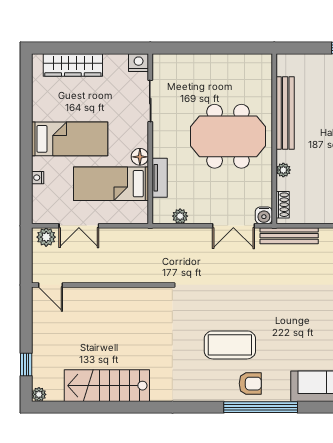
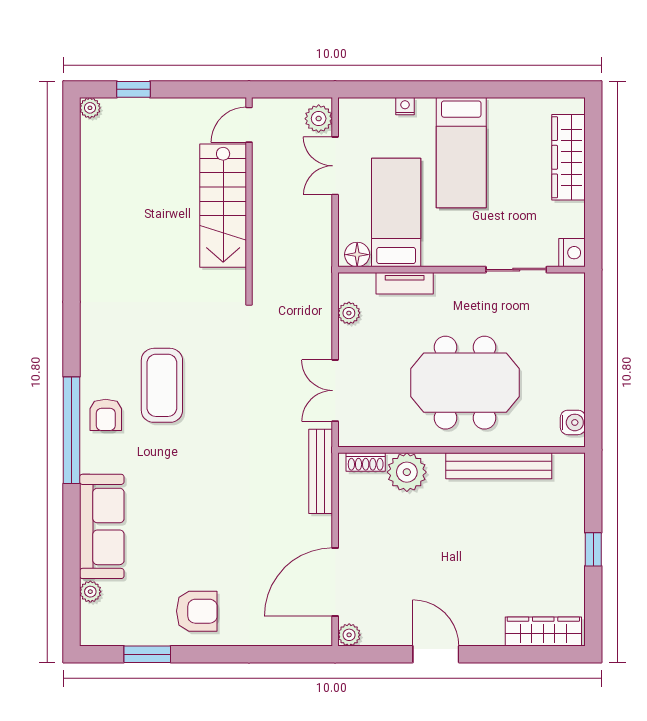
meeting table: (228, 136) -> (465, 383), turned 90
floor lamp: (140, 157) -> (357, 255), moved
plant: (283, 170) -> (407, 472), width x1.87, depth x1.87
water cooler: (264, 215) -> (573, 422), moved, turned 180
stairs: (107, 386) -> (223, 206), moved, turned 180

